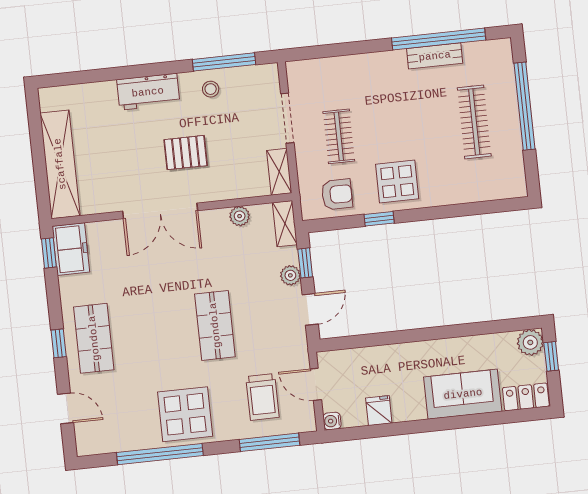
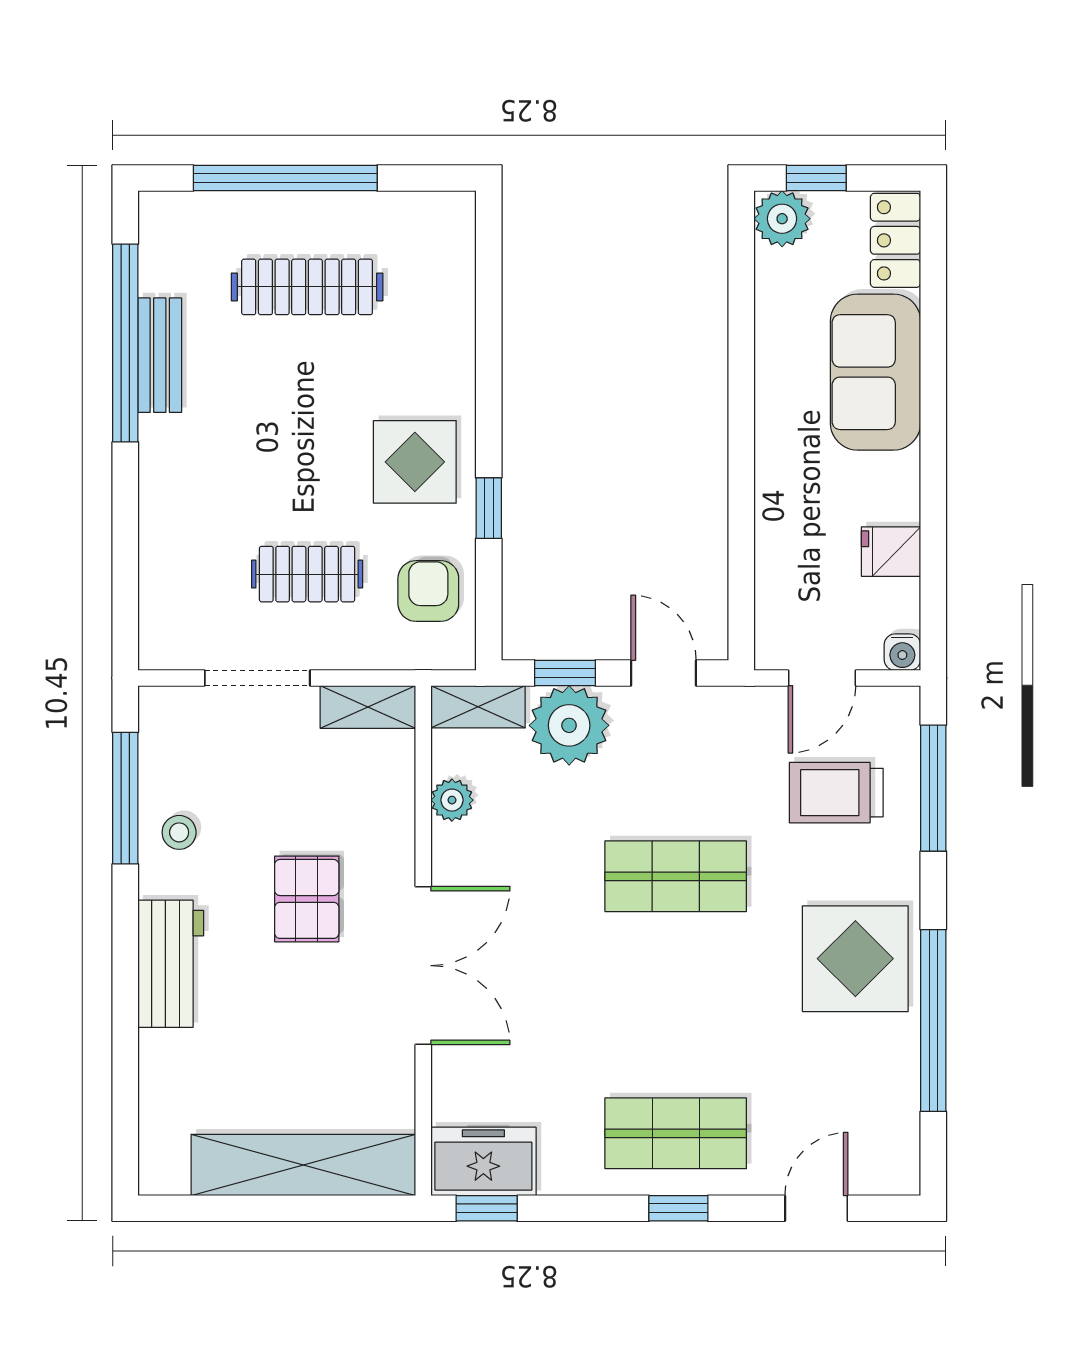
plant: (290, 275) -> (569, 725), width x1.88, depth x1.88
trolley: (262, 397) -> (836, 793), turned 180

